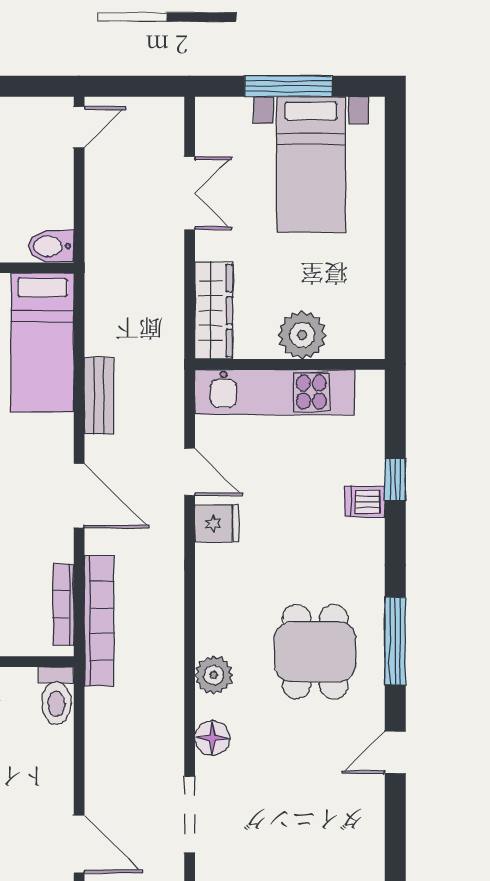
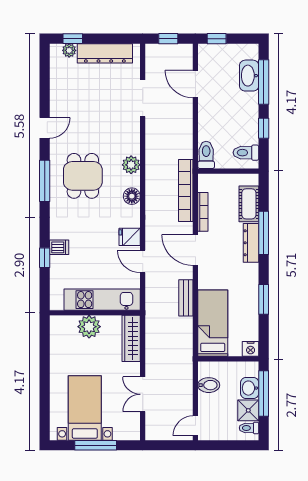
bidet: (51, 246) -> (209, 385), moved
bookcase: (63, 605) -> (203, 212), moved
floor lamp: (212, 738) -> (132, 196), moved

